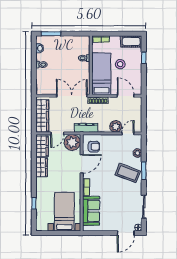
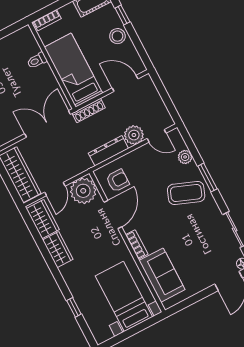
stool: (120, 64) -> (117, 36), moved
dresser: (86, 128) -> (108, 151), moved
door: (128, 133) -> (157, 136), swing flipped

